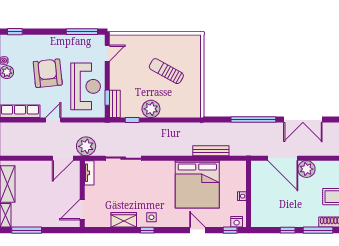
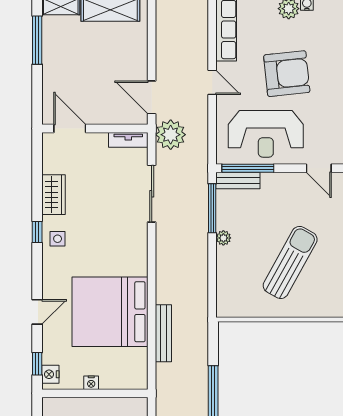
sun lounger: (166, 71) -> (290, 262), width x1.36, depth x1.34
window: (107, 98) -> (248, 168), width x2.17
plant: (151, 109) -> (223, 238), width x0.53, depth x0.53
window: (132, 120) -> (212, 208), width x2.17

